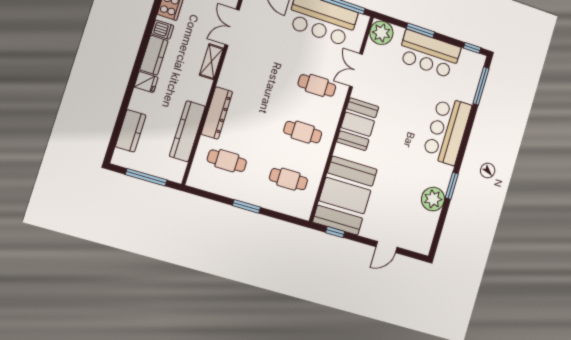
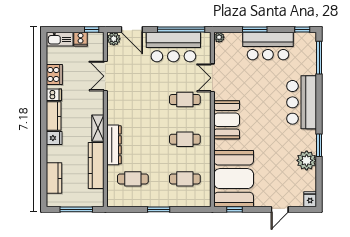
plant: (381, 33) -> (219, 37), width x0.53, depth x0.53
shelving: (211, 62) -> (98, 128), moved
fridge: (424, 245) -> (310, 199), added

